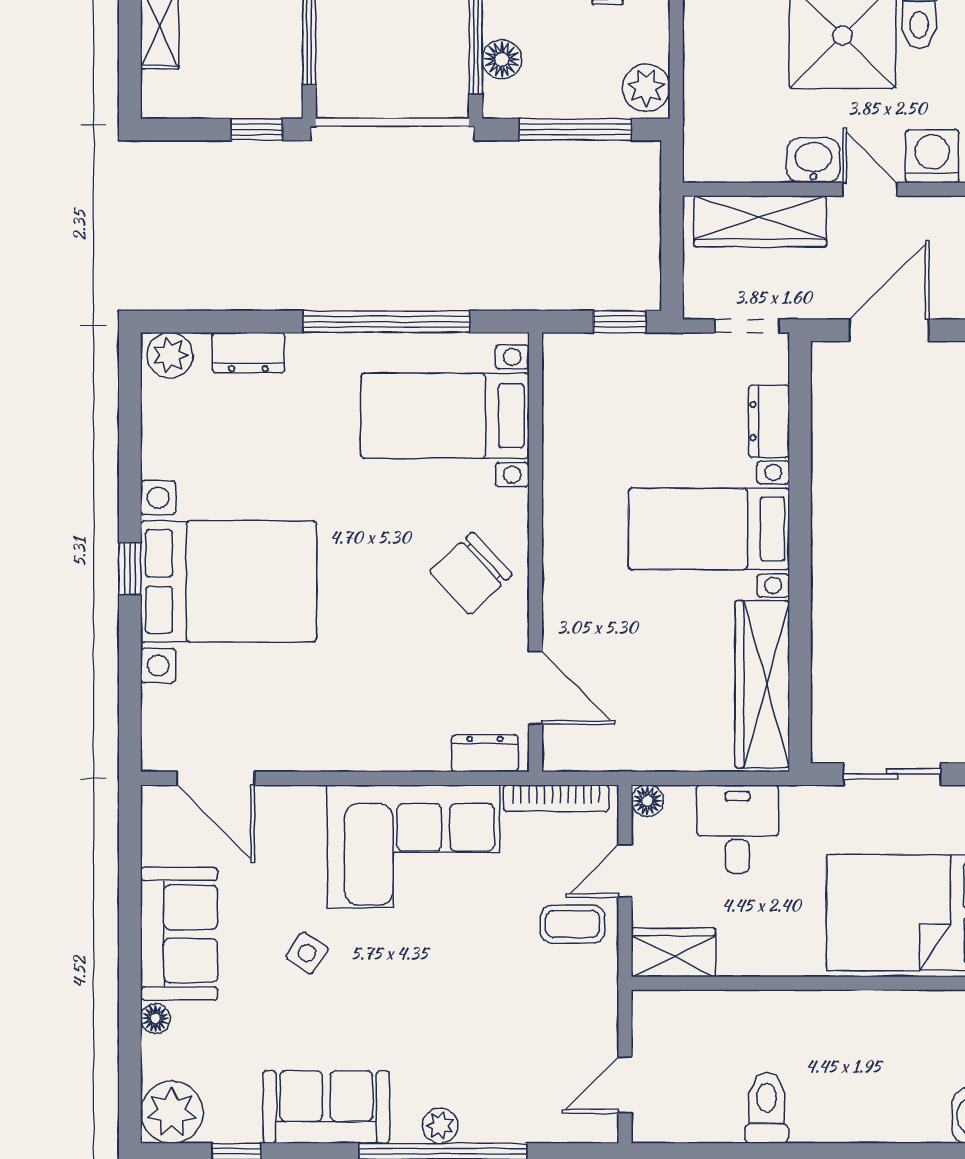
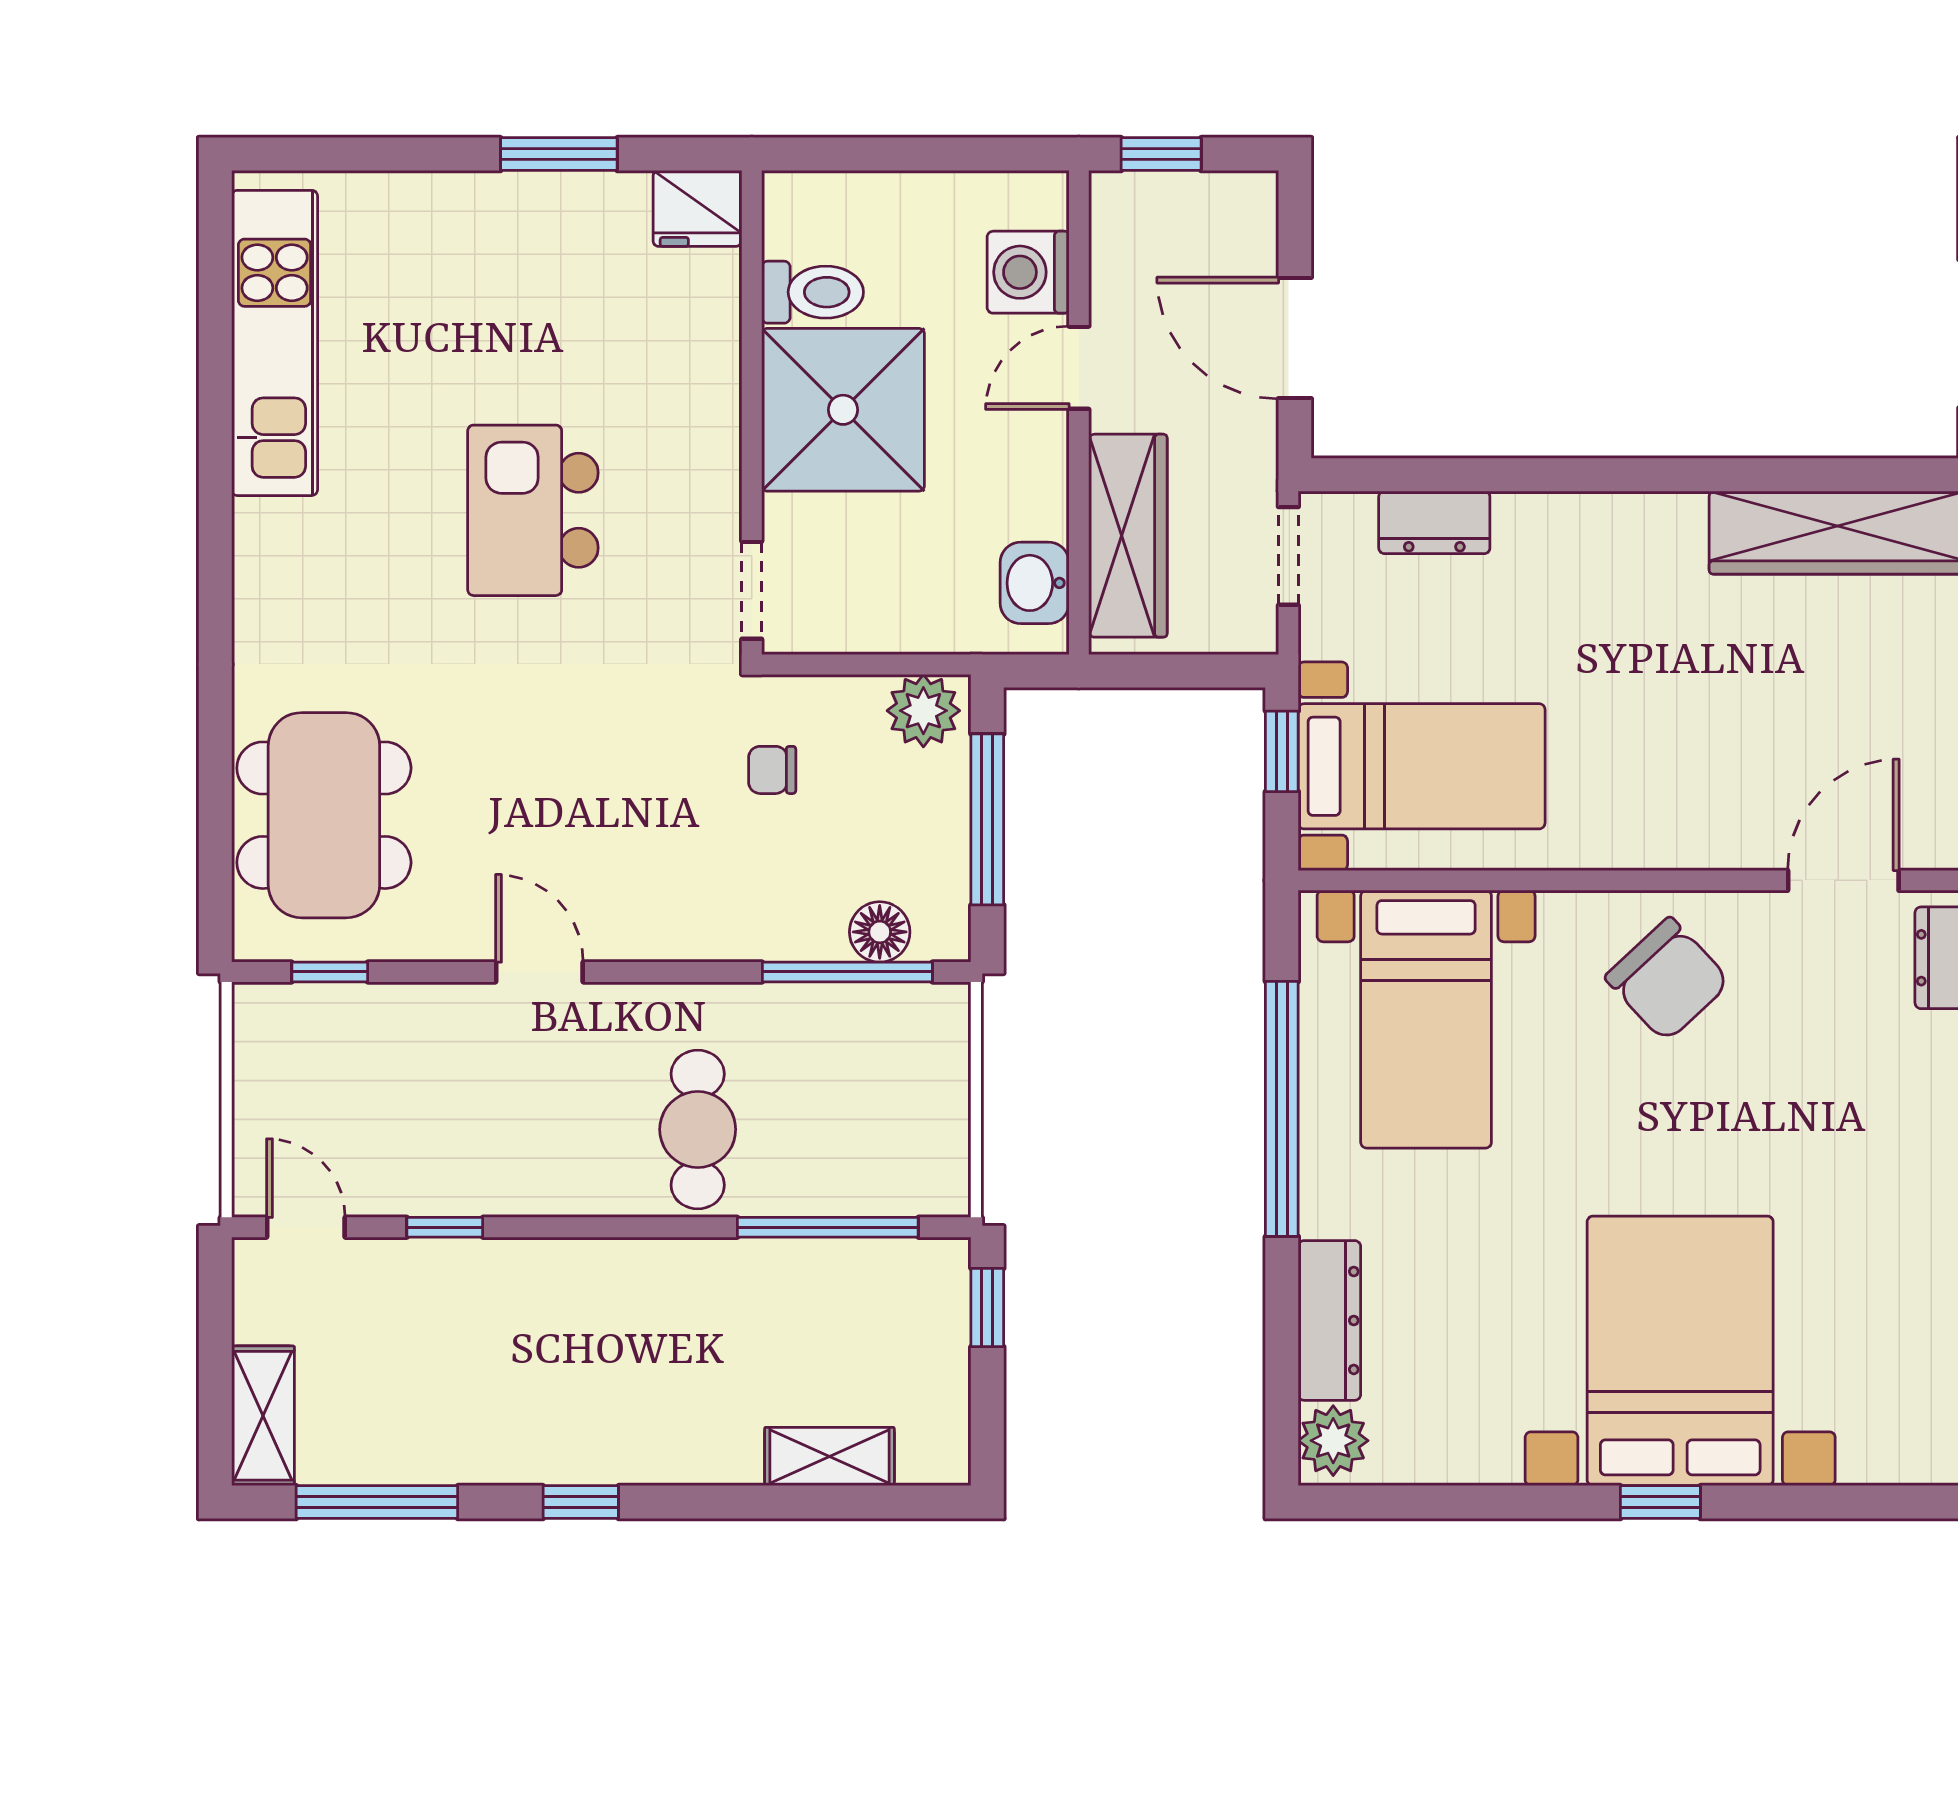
washbasin: (813, 160) -> (1035, 583), moved
dresser: (248, 353) -> (1329, 1320), width x1.44
bed with nightstands: (709, 529) -> (1422, 766), moved, turned -90

